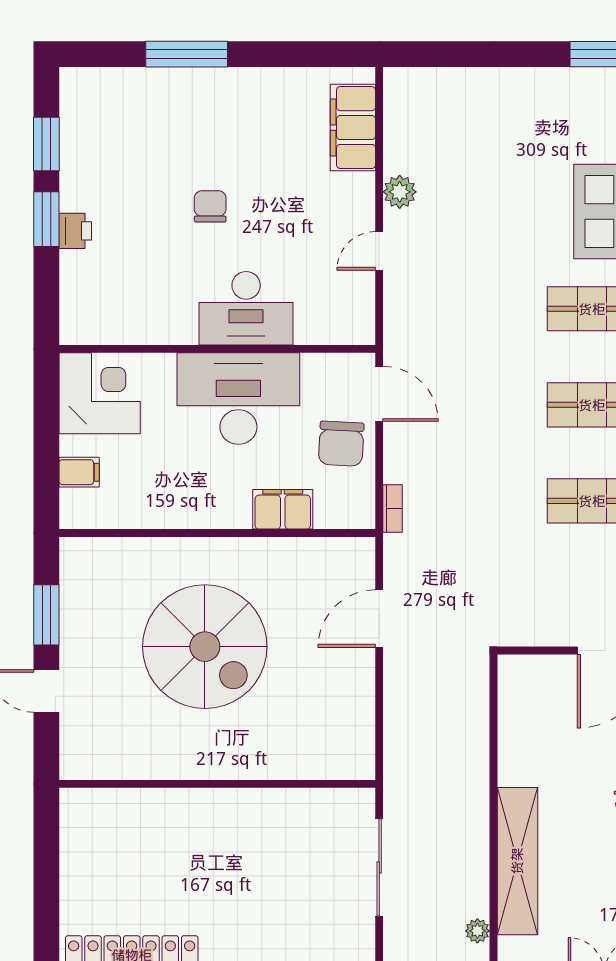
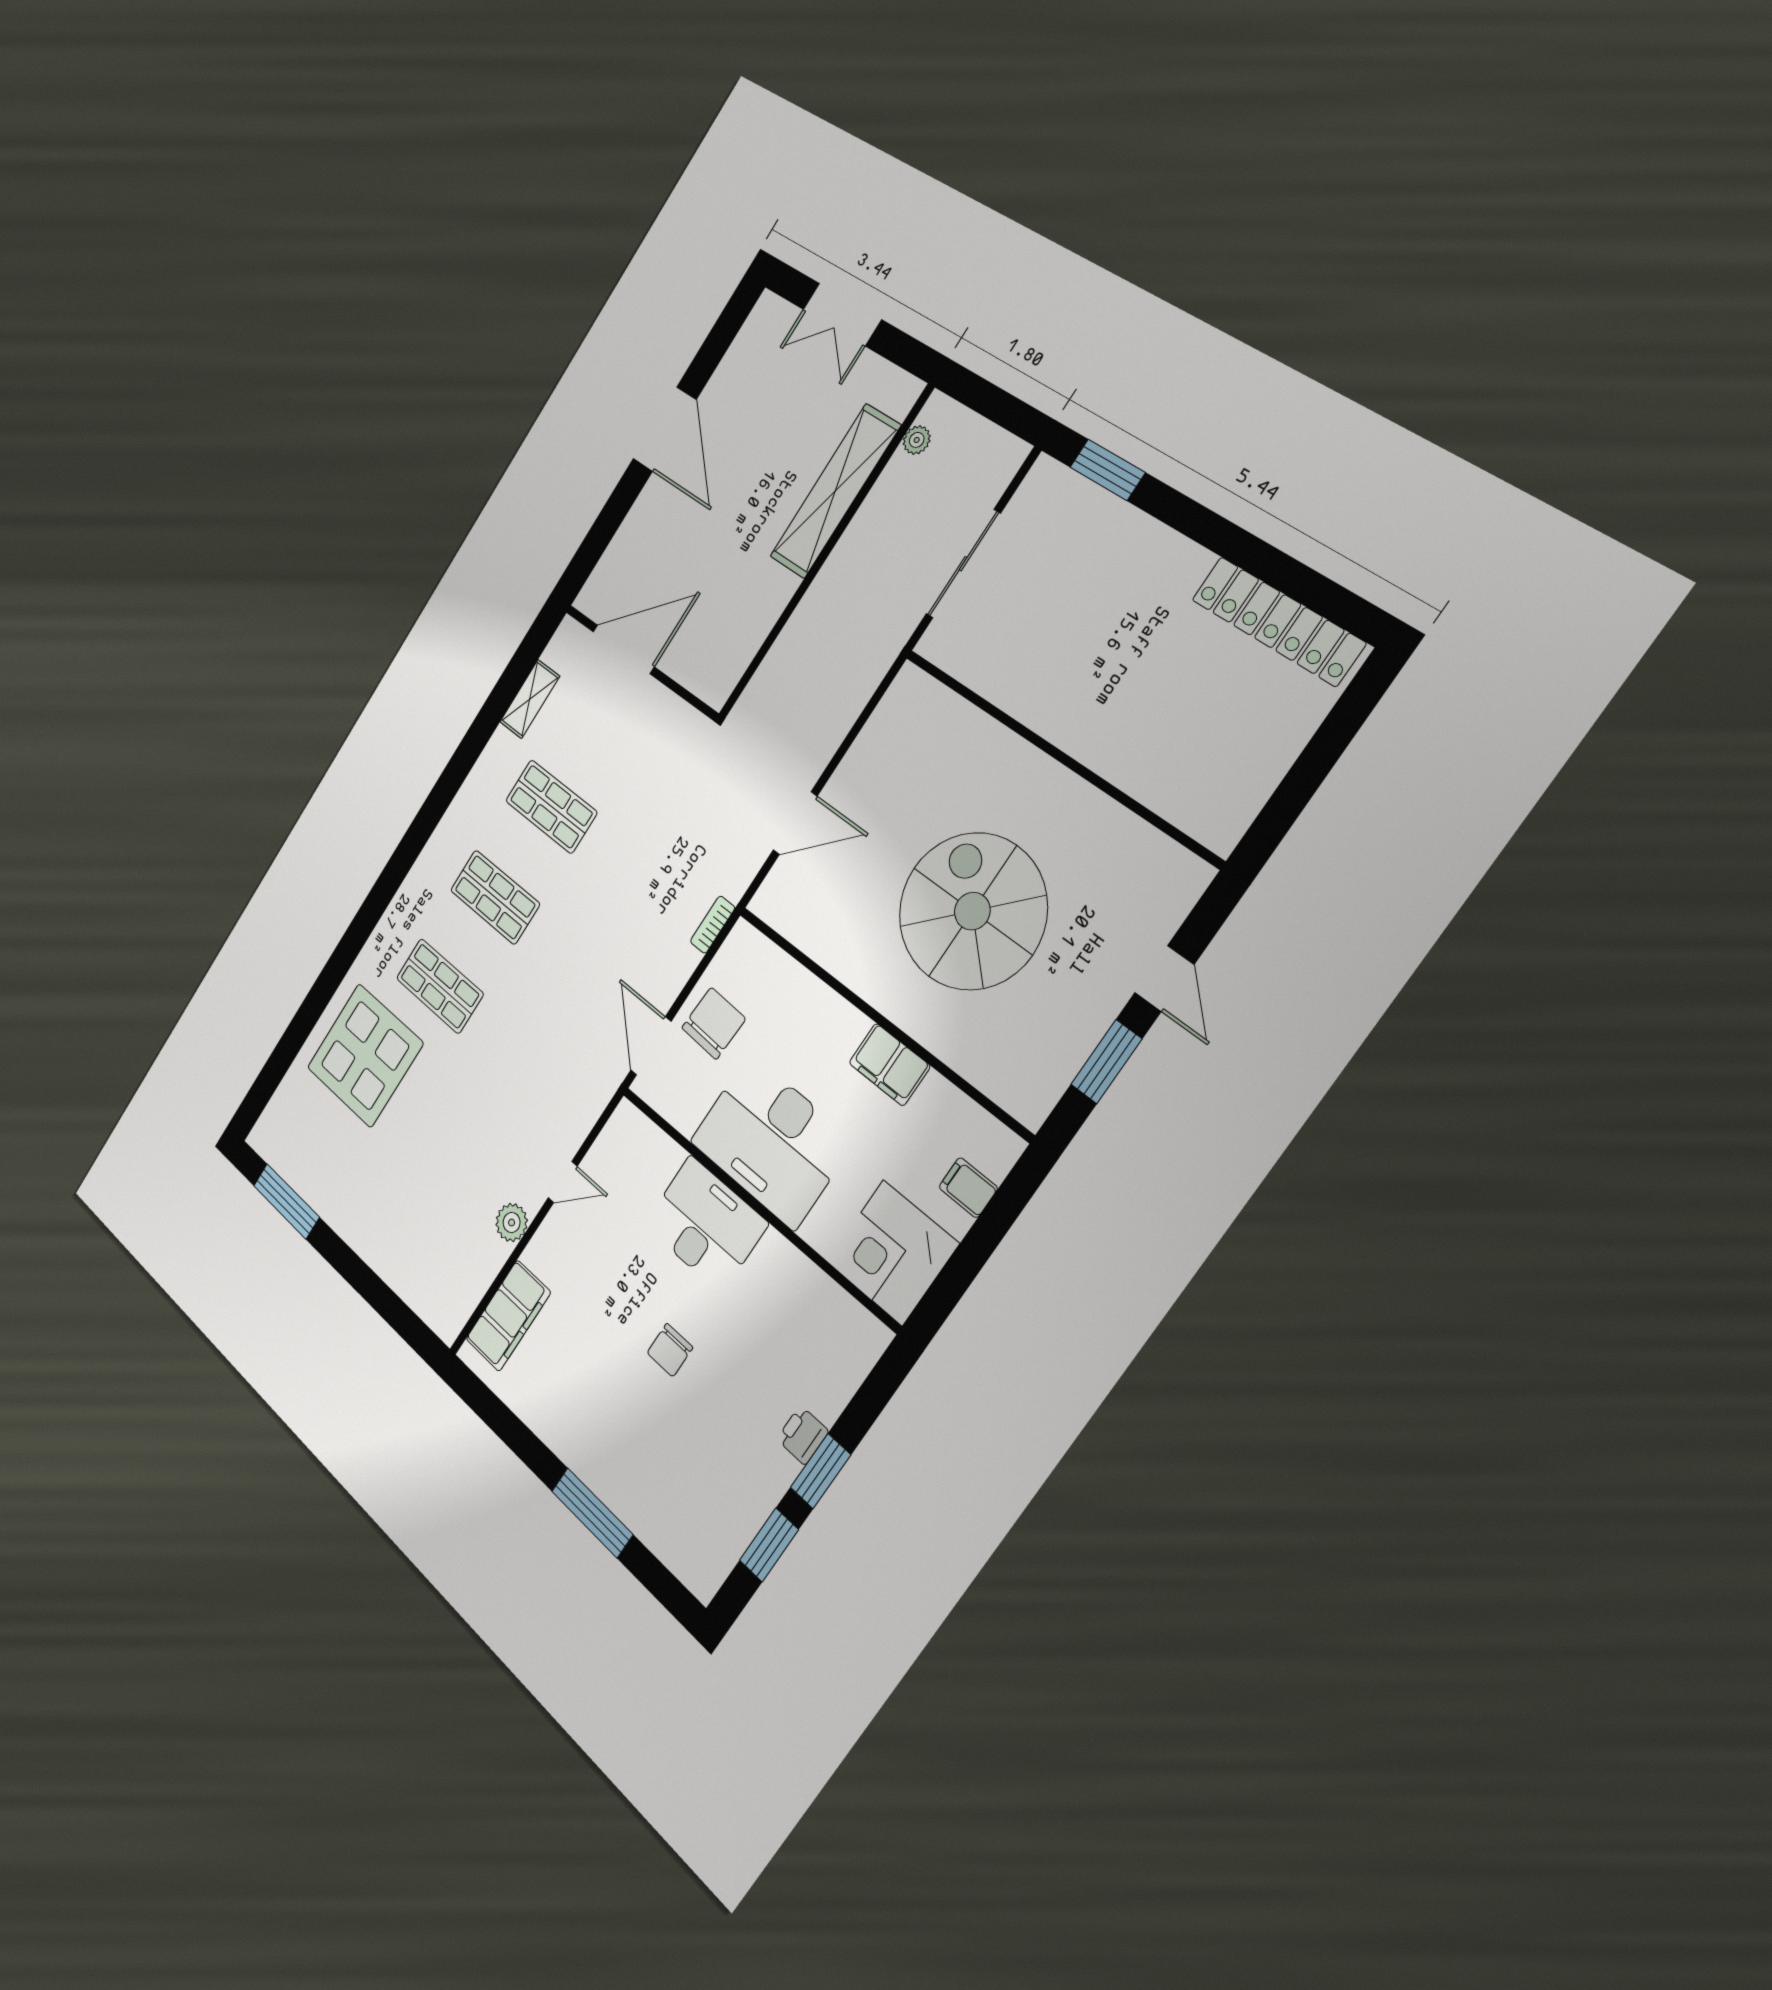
filing cabinet: (283, 509) -> (890, 1065), moved

